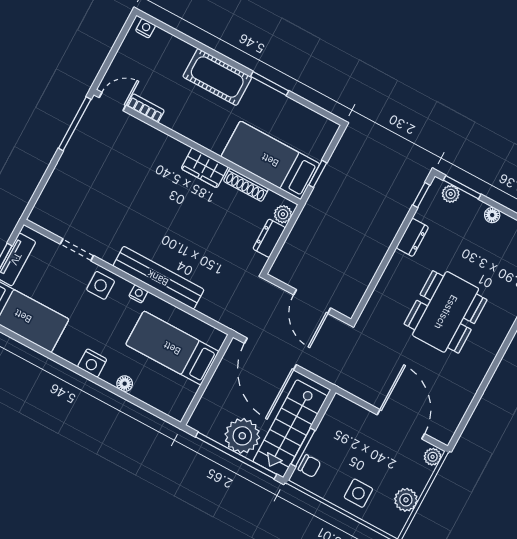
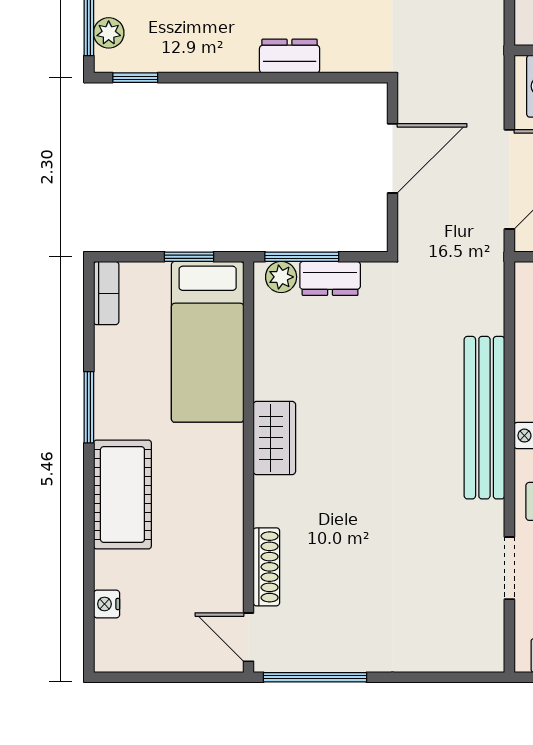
nightstand: (146, 28) -> (107, 604), moved
bookcase: (146, 108) -> (106, 293), moved, turned 180
shoe rack: (246, 185) -> (266, 567), moved
window: (287, 230) -> (302, 257), added
dresser: (412, 237) -> (290, 56), moved

